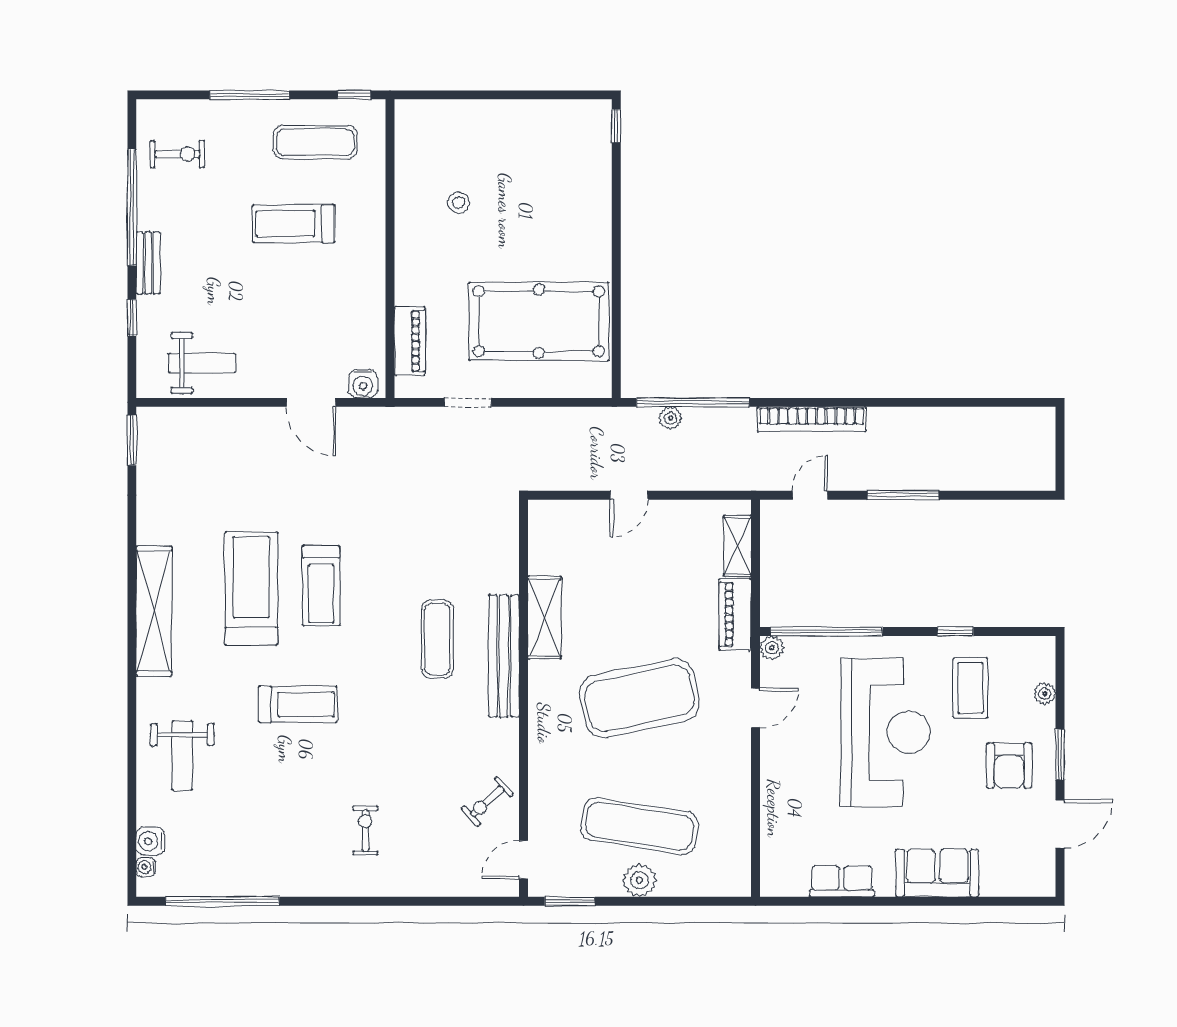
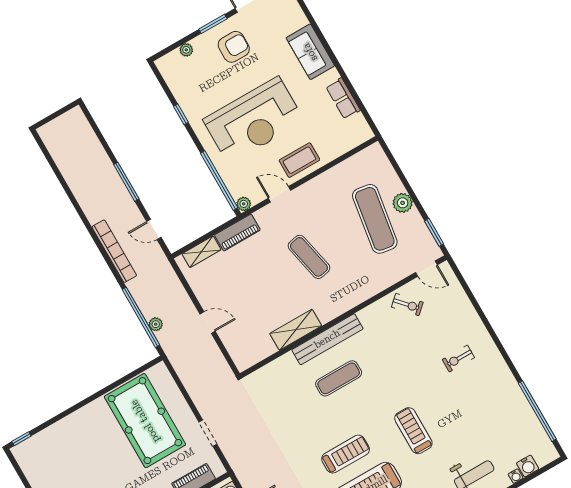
coffee table: (970, 688) -> (299, 160), moved
exercise mat: (639, 698) -> (309, 257), width x0.50, depth x0.69
reception desk: (885, 732) -> (254, 120), turned 180
water cooler: (146, 867) -> (516, 476), moved

